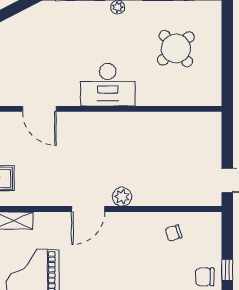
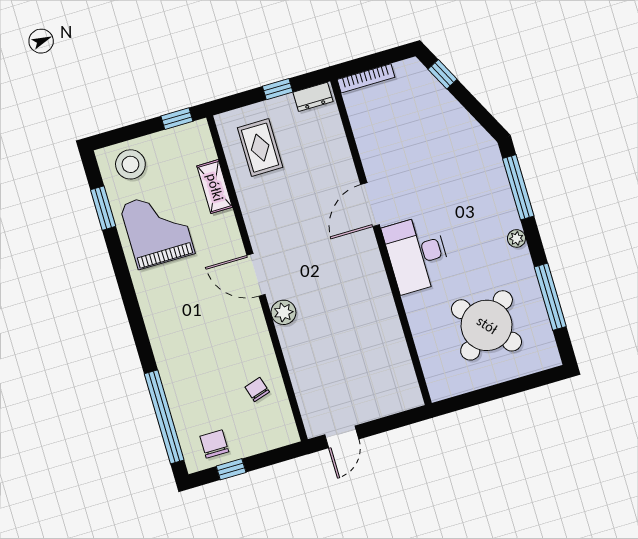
round table: (176, 48) -> (487, 325), width x1.36, depth x1.36
door: (39, 109) -> (370, 205), moved

